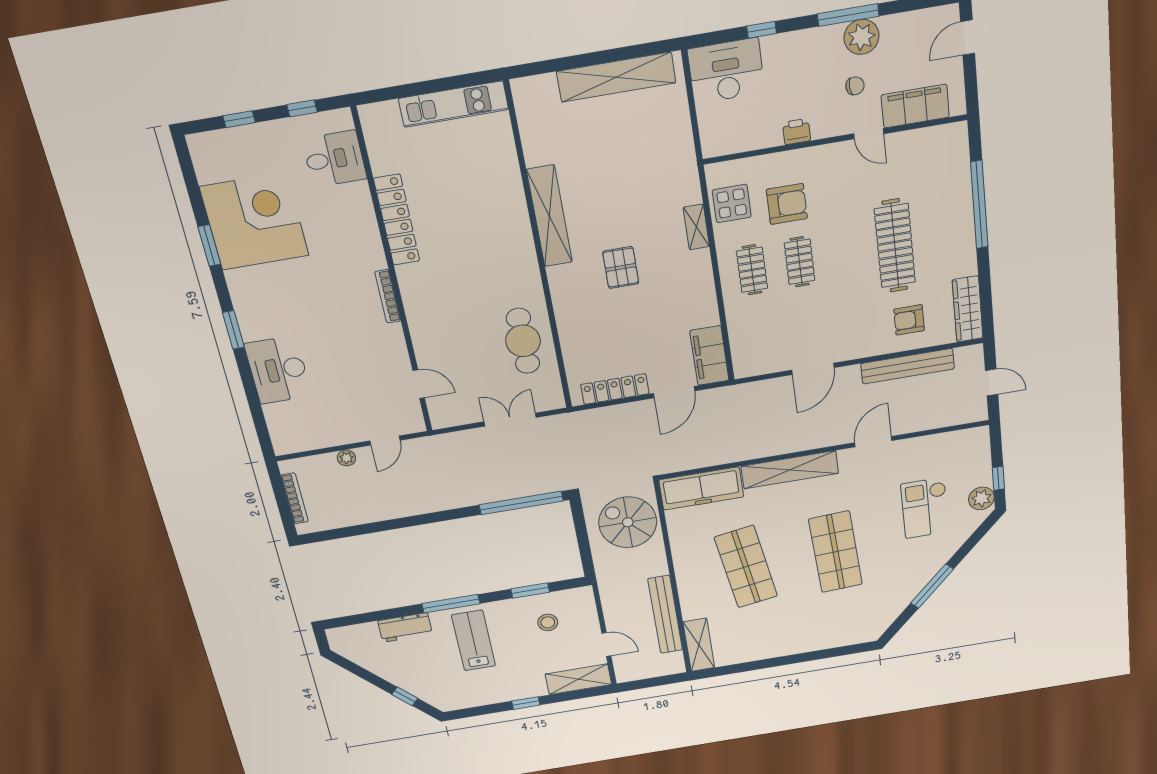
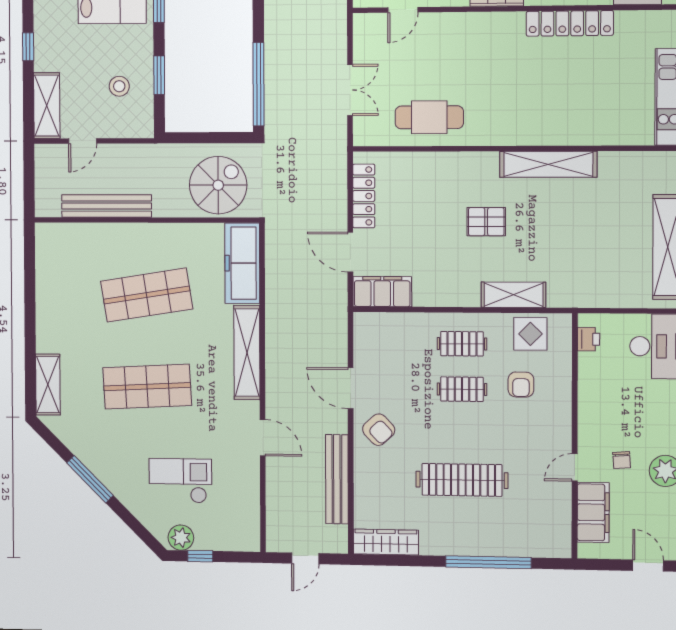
printer: (797, 132) -> (589, 339), moved
armchair: (787, 204) -> (521, 385), width x0.72, depth x0.72
shelving: (696, 227) -> (513, 295), width x1.50, depth x1.33
armchair: (909, 320) -> (379, 430), moved, turned 137
shelving: (699, 645) -> (48, 385), moved, turned 90

